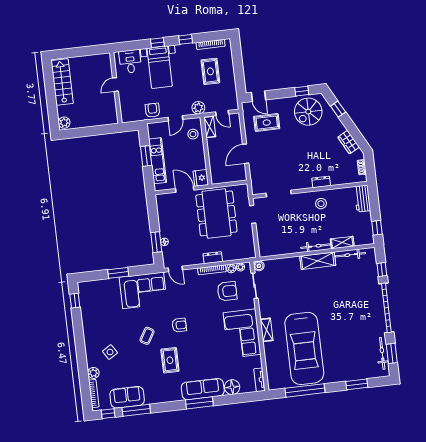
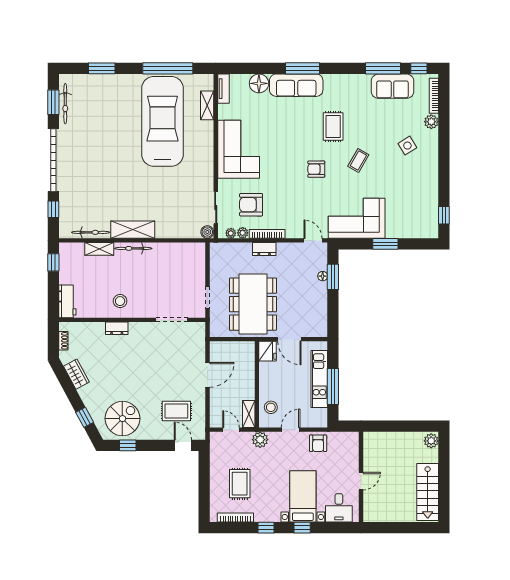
window: (146, 156) -> (333, 387), width x1.44
shelving: (267, 330) -> (207, 105), moved

